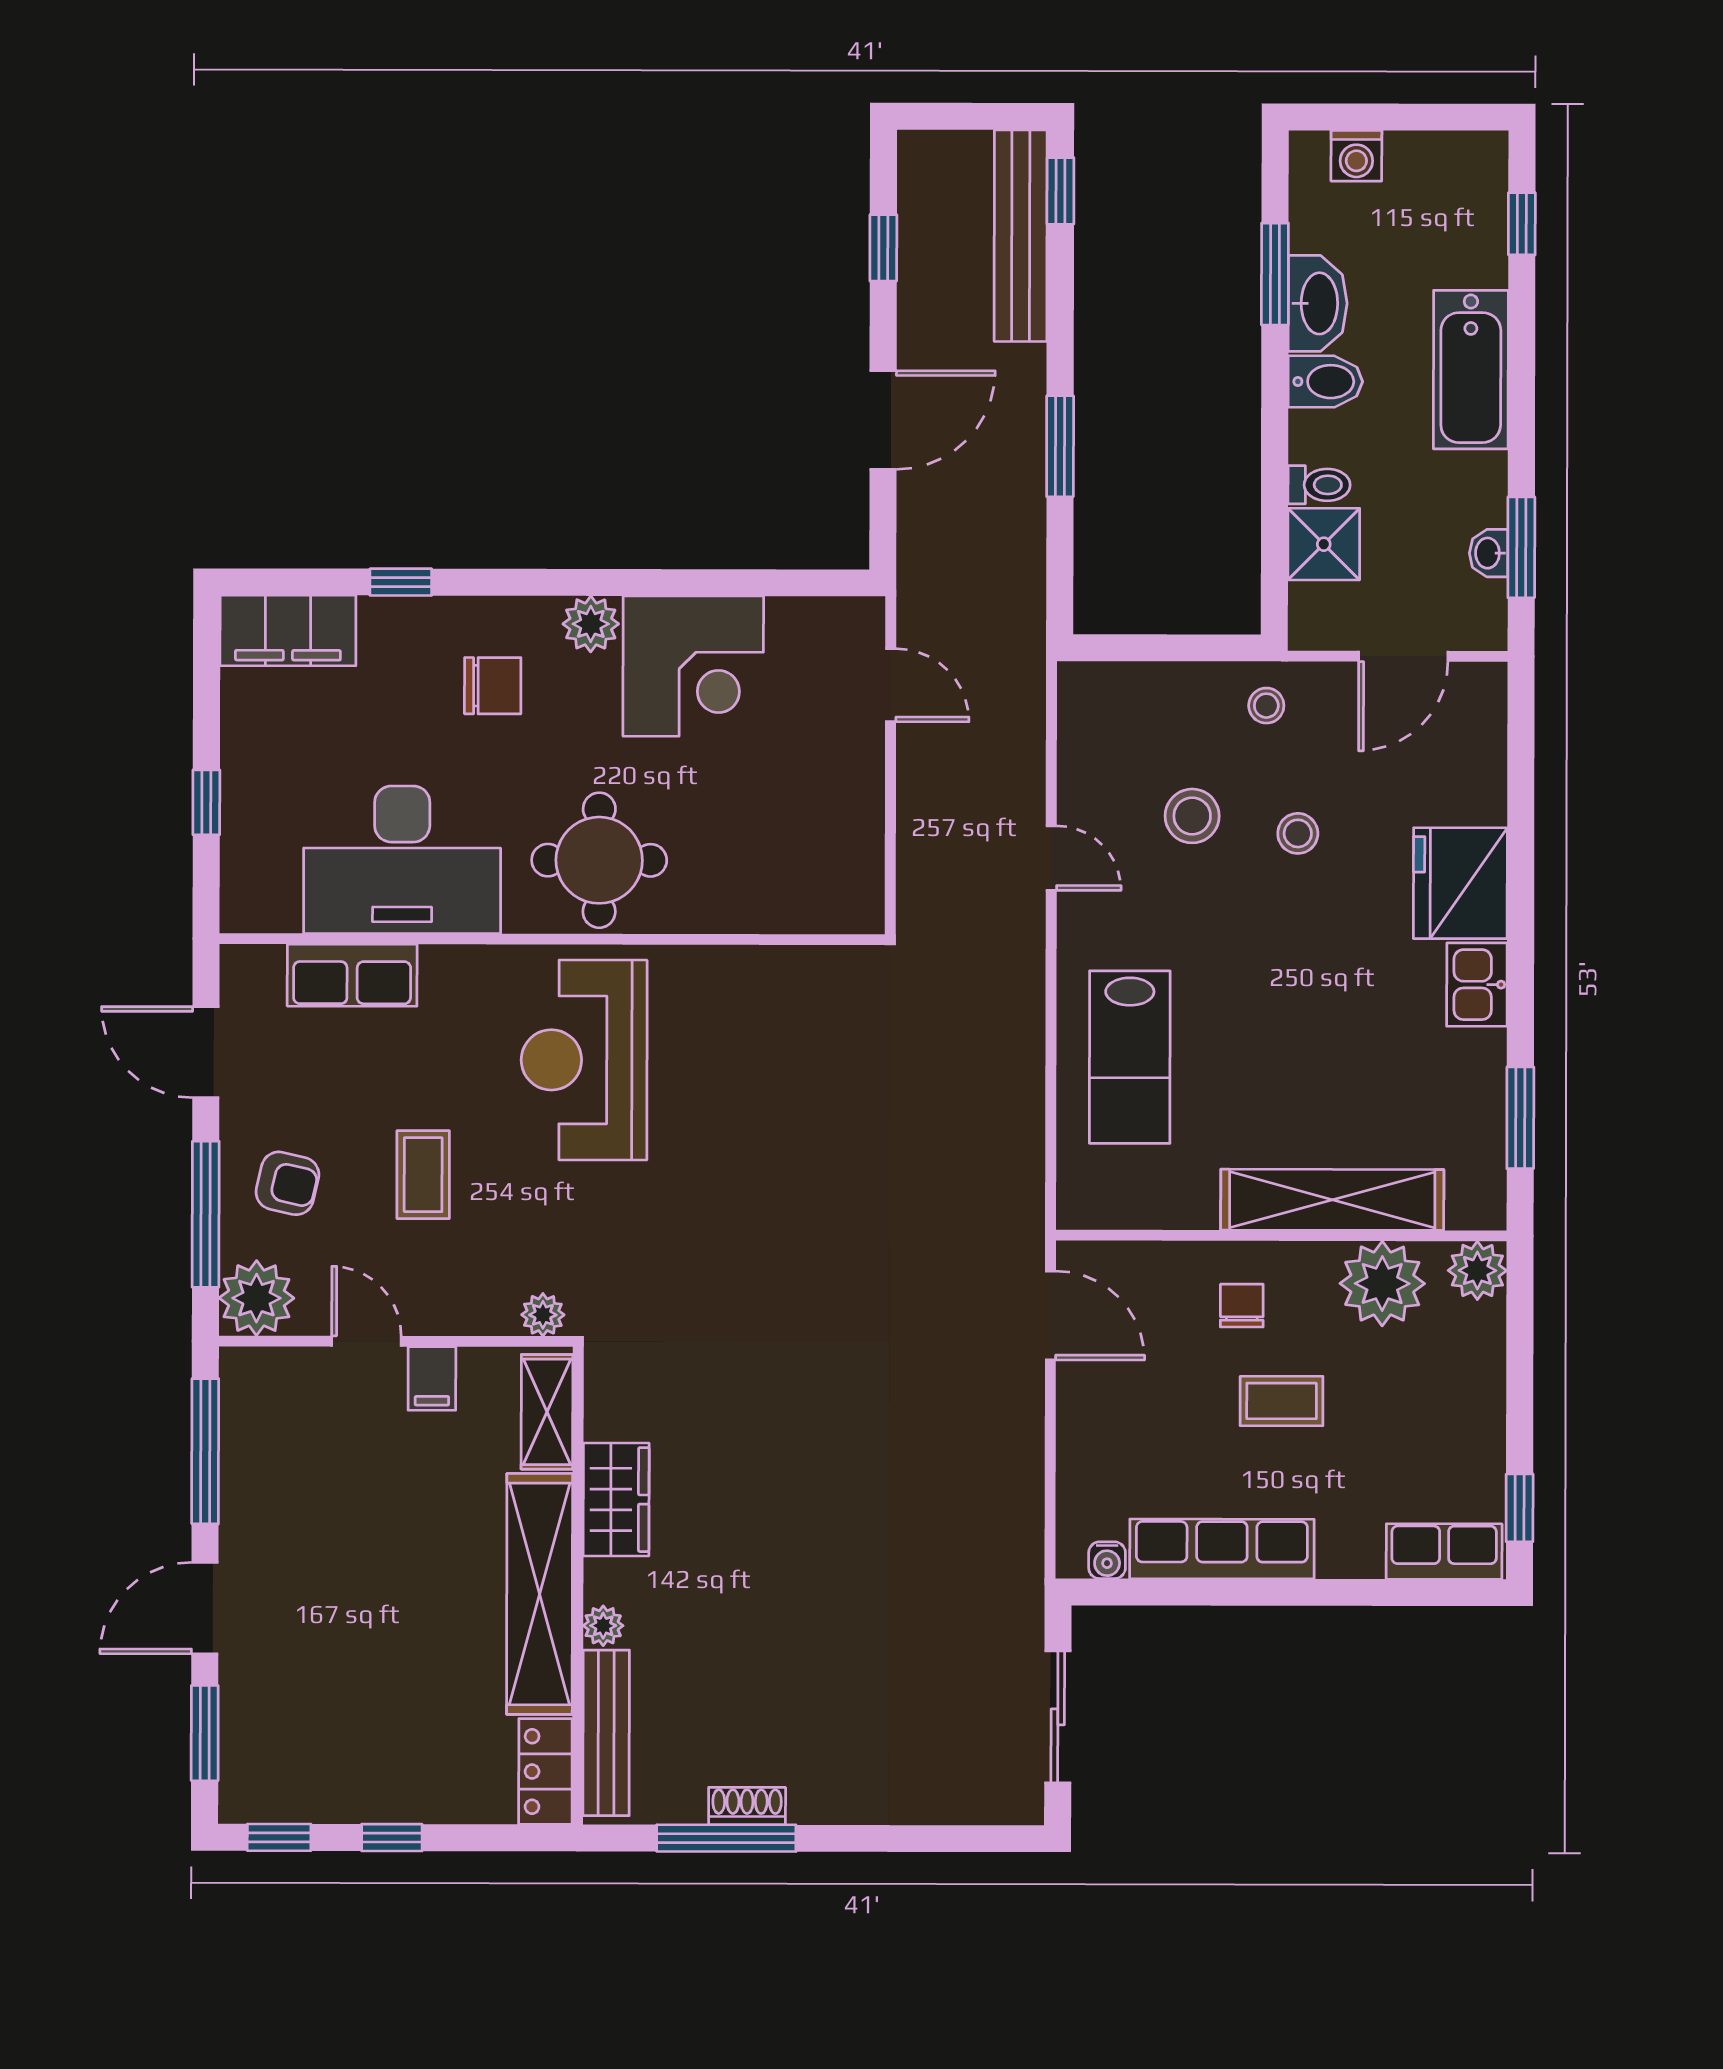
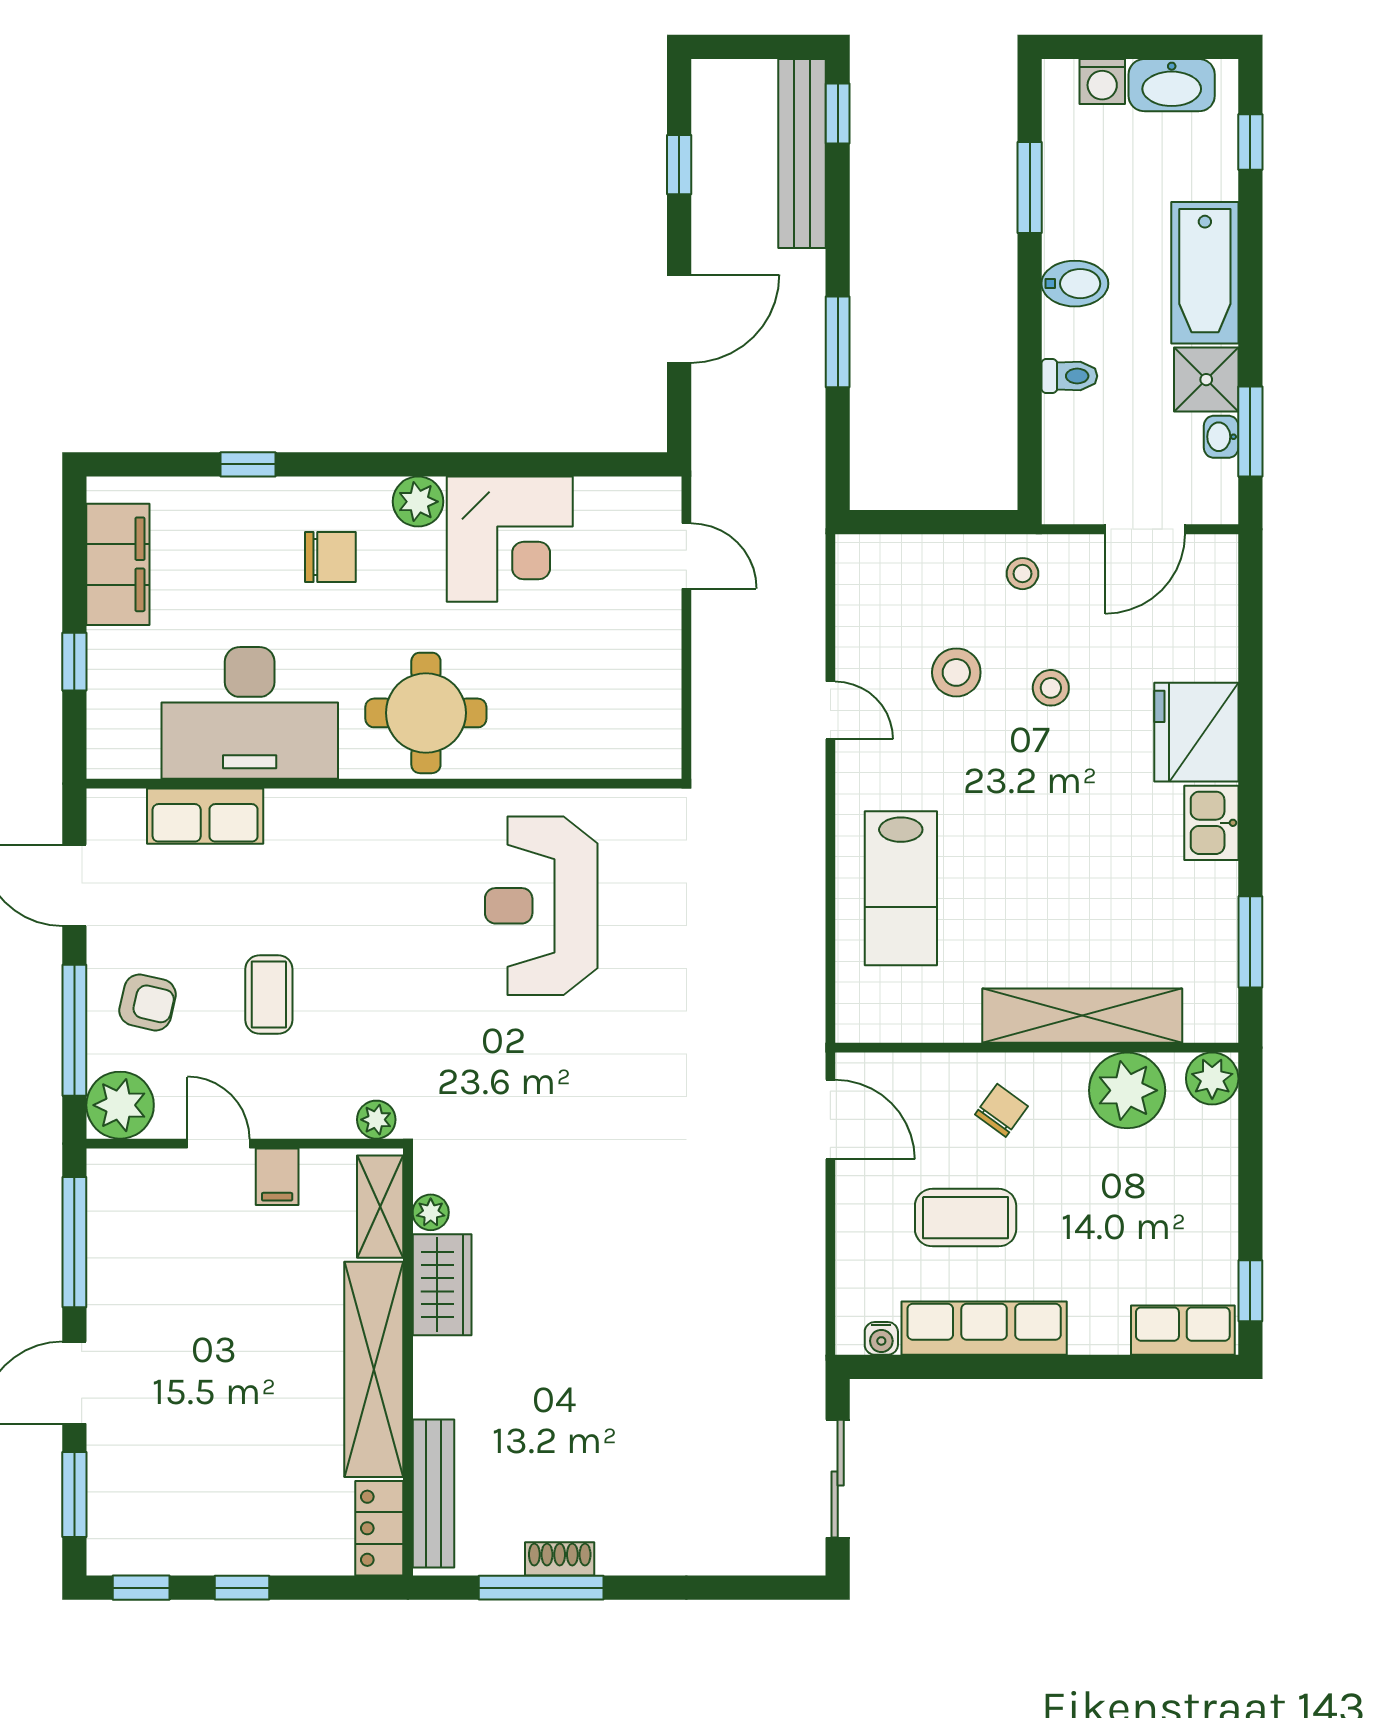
washbasin: (1318, 303) -> (1172, 85), moved, turned 90
shower: (1324, 544) -> (1206, 380), moved
filing cabinet: (288, 631) -> (118, 564), moved, turned -90
reception desk: (584, 1060) -> (541, 906), moved
chair: (1242, 1306) -> (1002, 1110), turned 36
coffee table: (1282, 1401) -> (966, 1218), moved, width x1.36, depth x1.30
plant: (603, 1626) -> (431, 1212), moved

